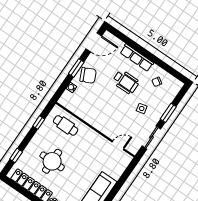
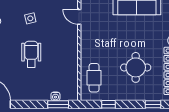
window: (76, 68) -> (58, 104), moved
chair: (88, 75) -> (34, 89), removed
wheelchair: (126, 82) -> (31, 54), moved

